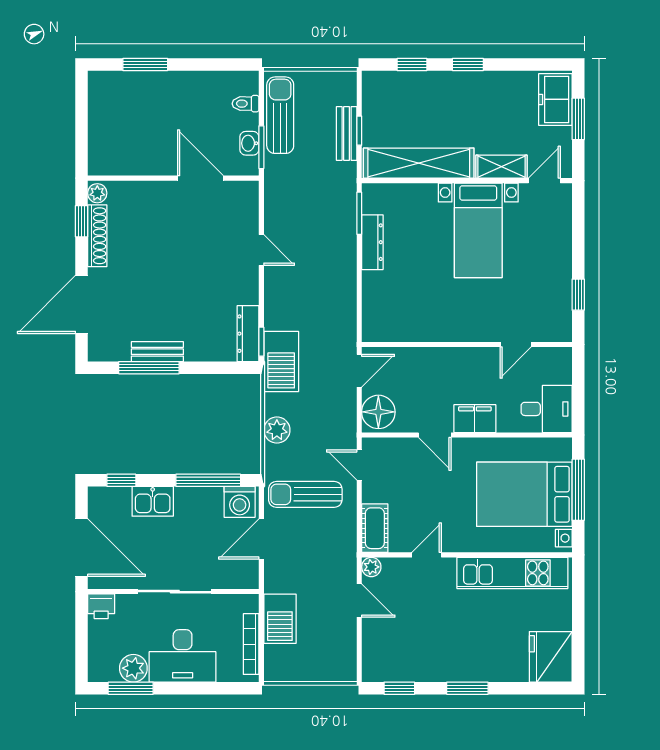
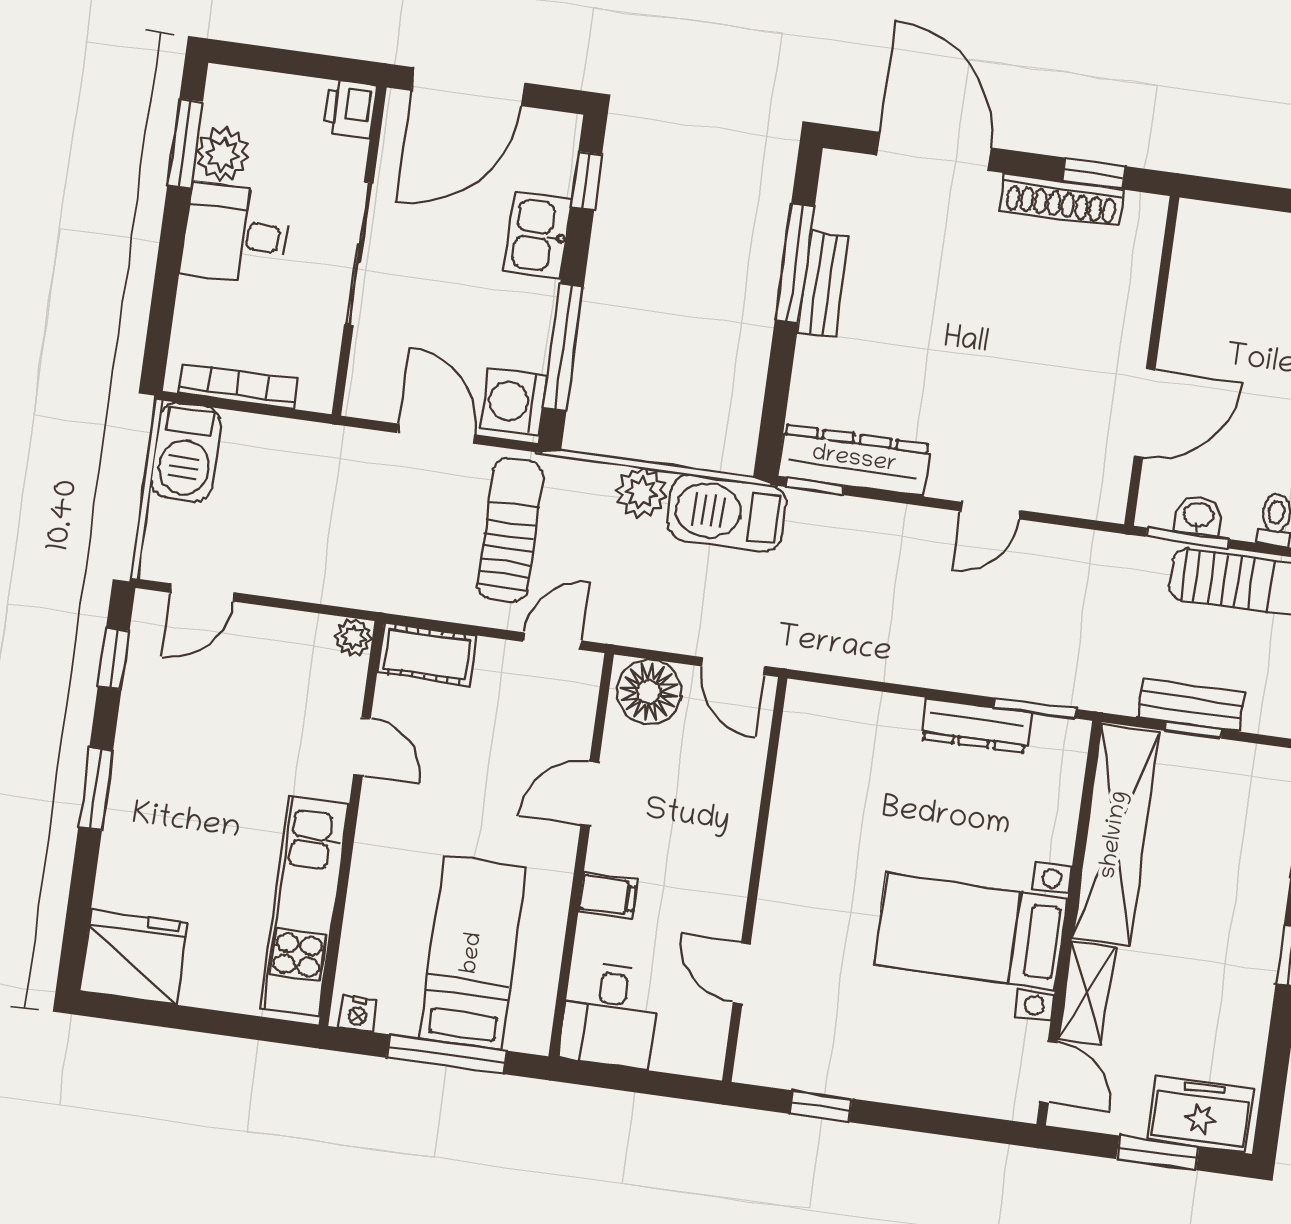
plant: (97, 193) -> (1143, 211), removed
dresser: (248, 334) -> (854, 460), width x1.37, depth x1.24
barbecue: (281, 361) -> (727, 513), moved
filing cabinet: (475, 419) -> (608, 895), width x0.50
bed: (524, 494) -> (473, 953), width x0.67
door: (359, 601) -> (203, 593), moved
barbecue: (280, 619) -> (186, 452), moved, turned -90
desk: (183, 656) -> (236, 234), width x0.73

